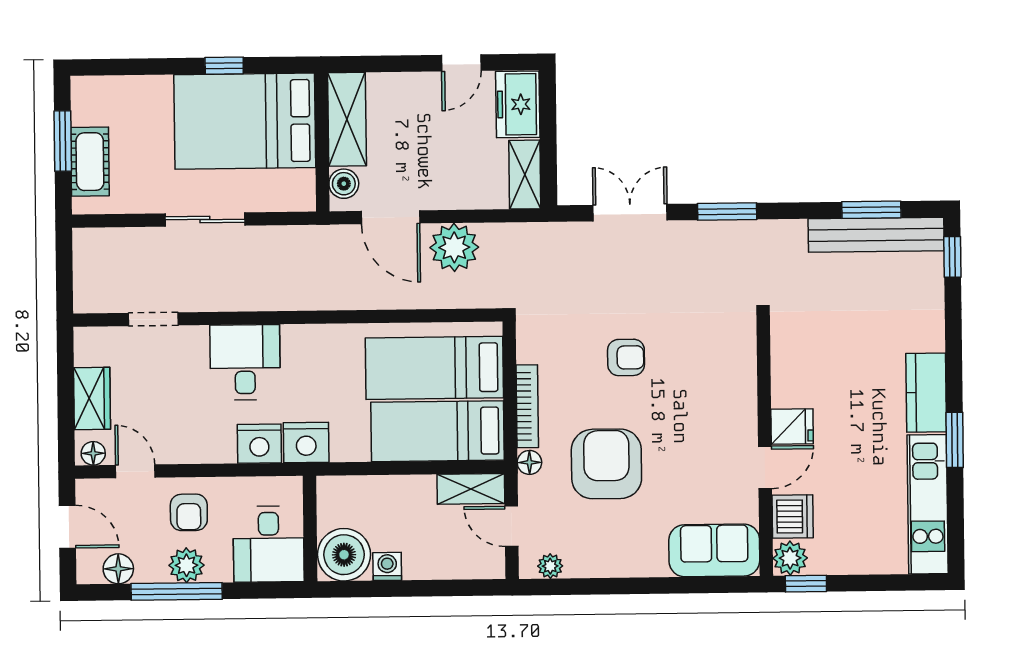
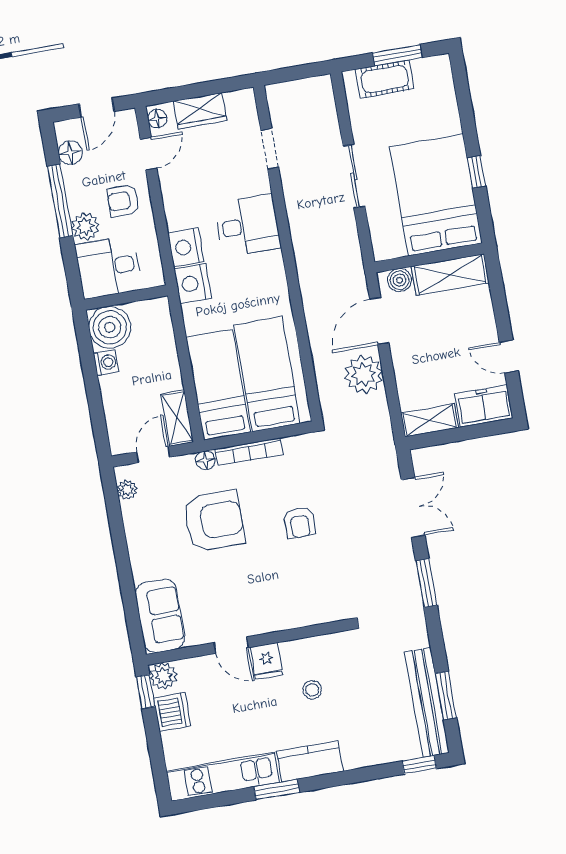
stool: (837, 375) -> (312, 690), added
dishwasher: (793, 516) -> (172, 712), moved, turned -90
plant: (186, 565) -> (85, 227), moved

